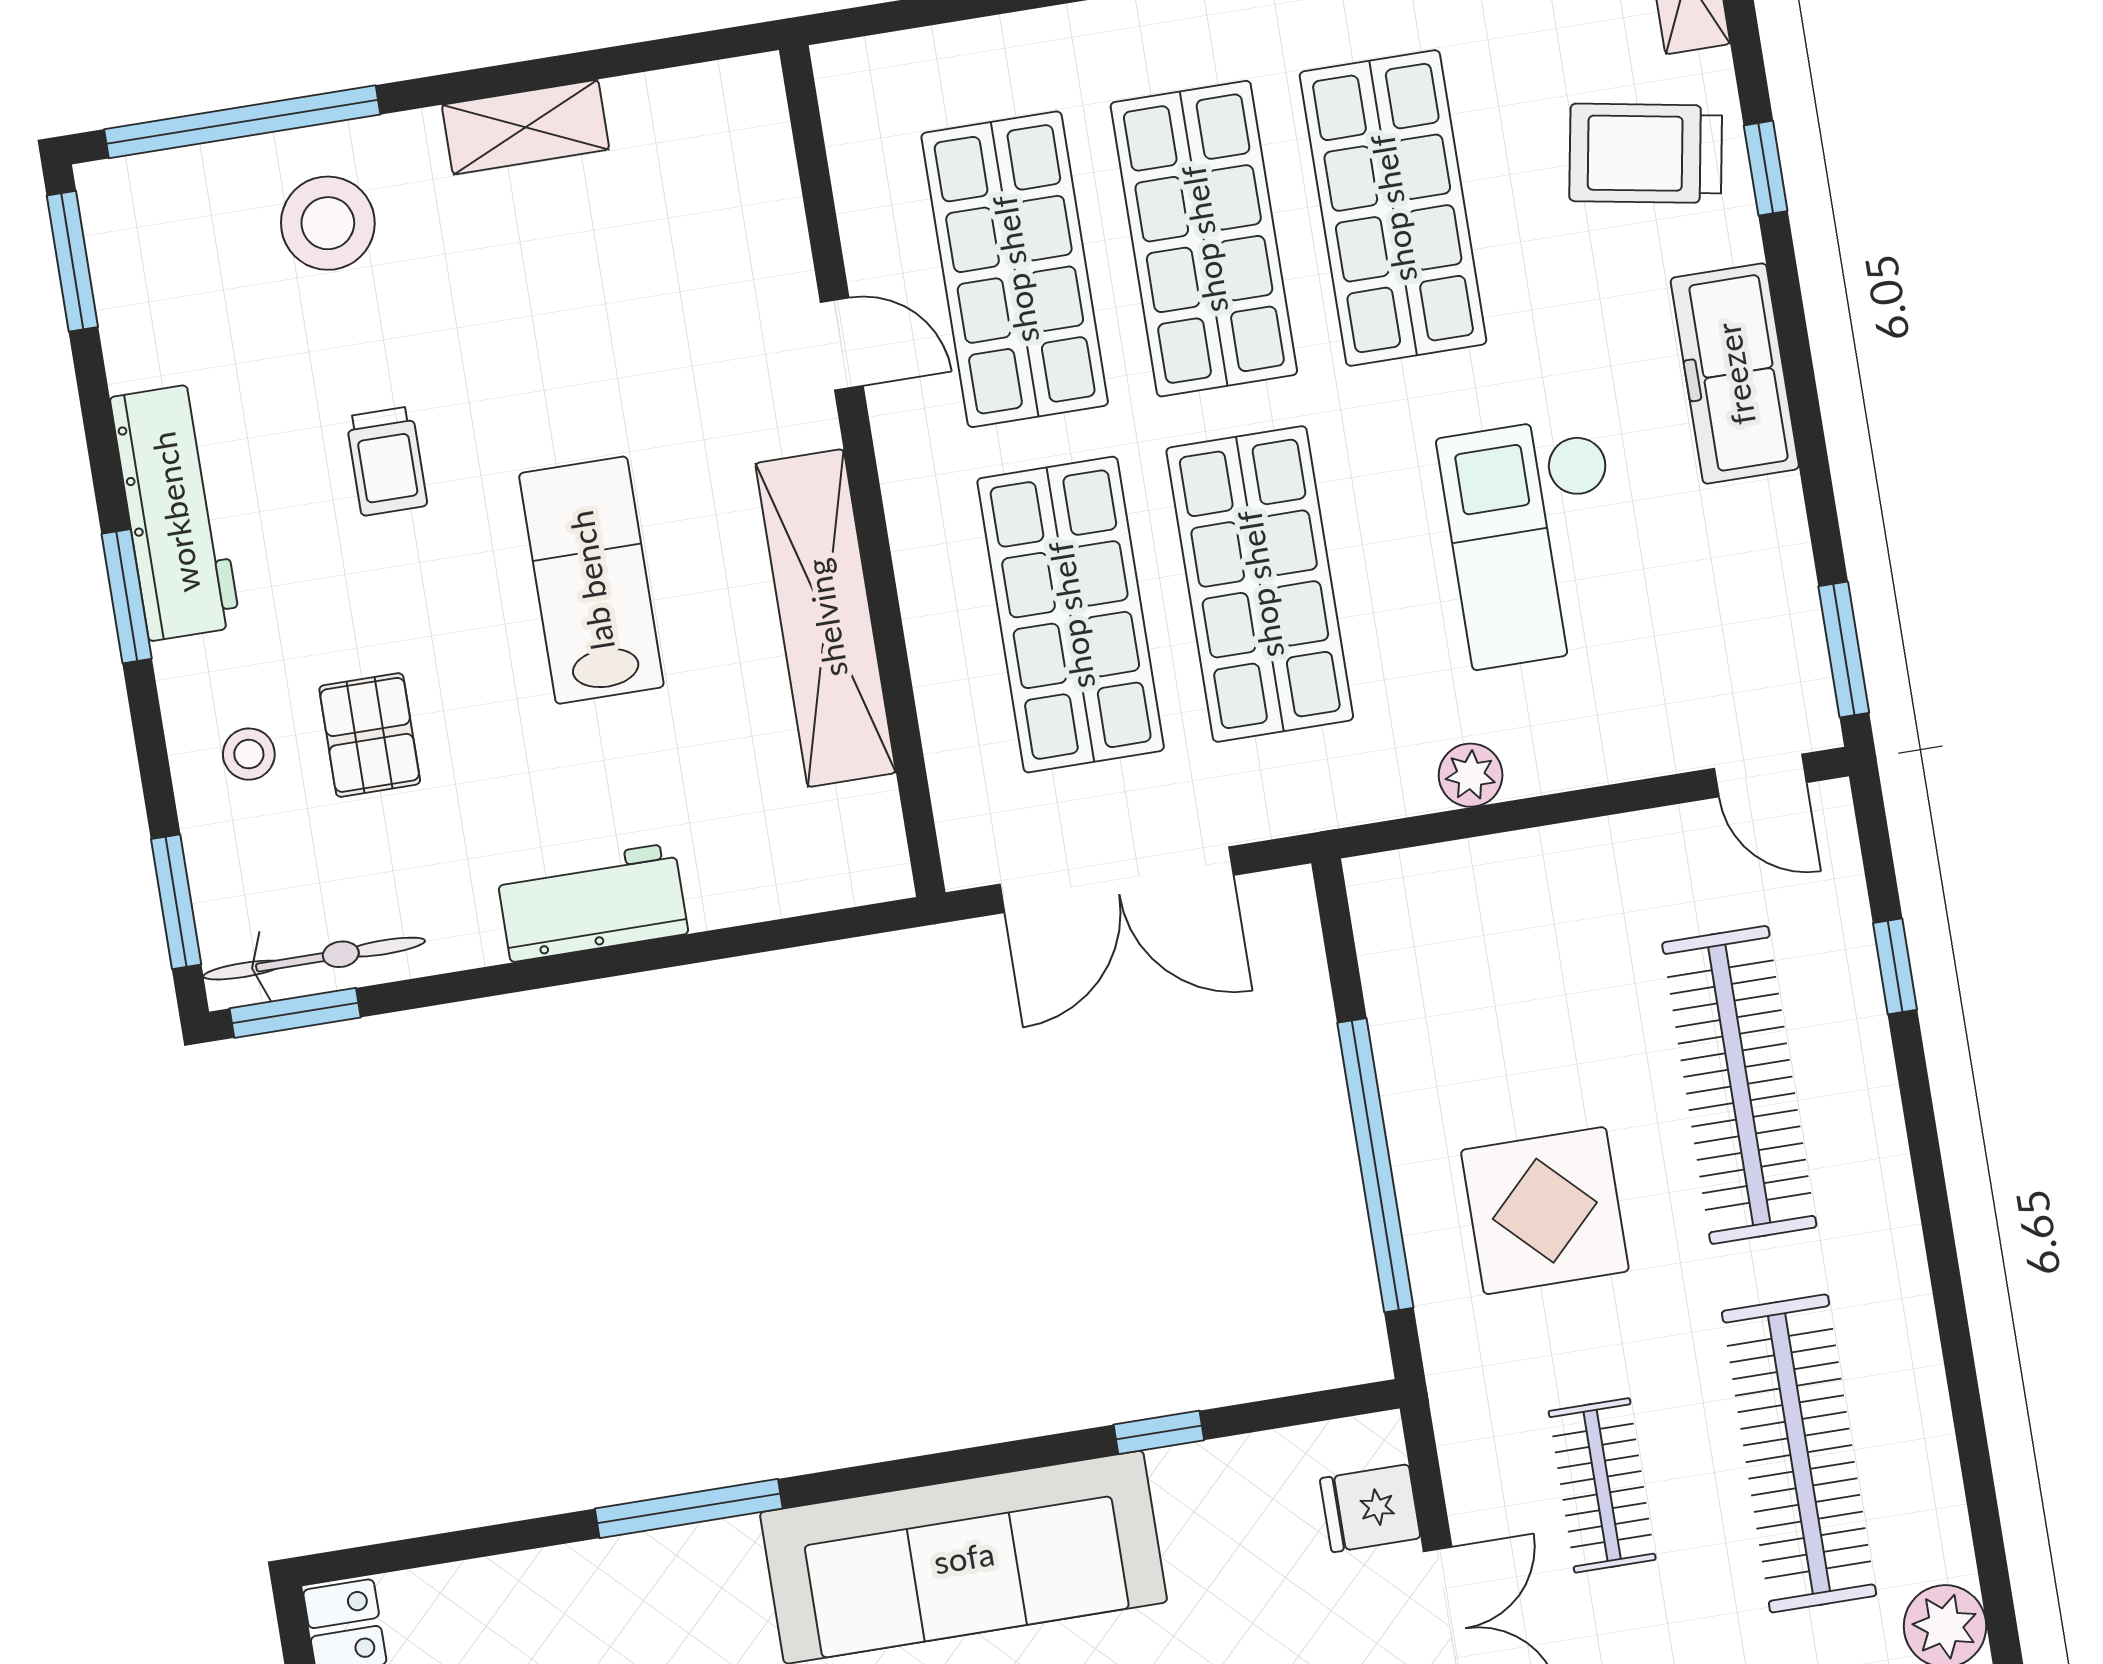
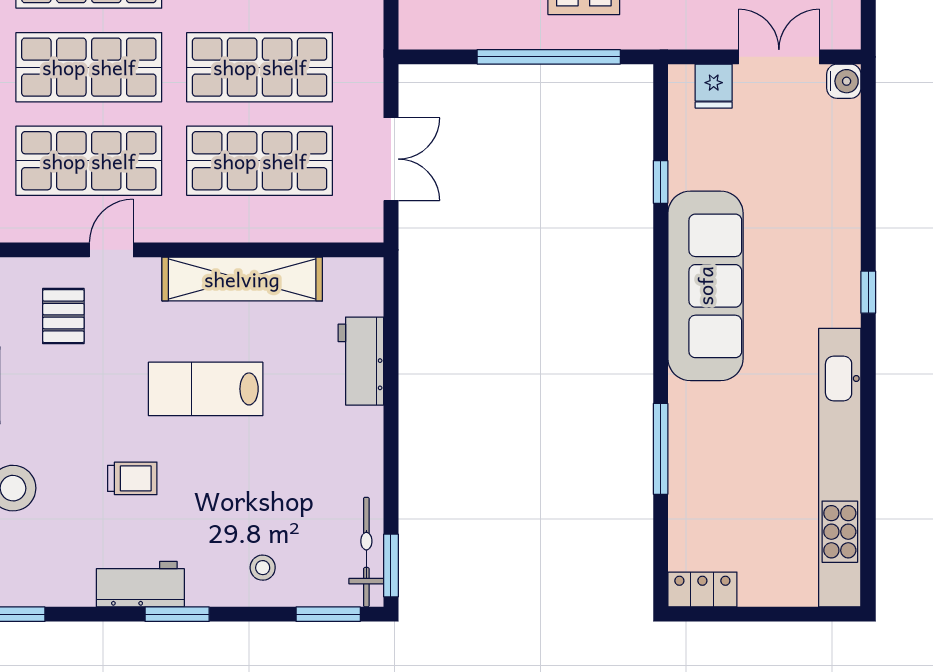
workbench: (175, 512) -> (140, 584), width x0.73
pallet: (370, 735) -> (63, 316), moved, turned 90
double door: (1117, 880) -> (391, 159), width x0.73
workbench: (592, 902) -> (361, 361), moved
window: (689, 1508) -> (661, 449), moved

